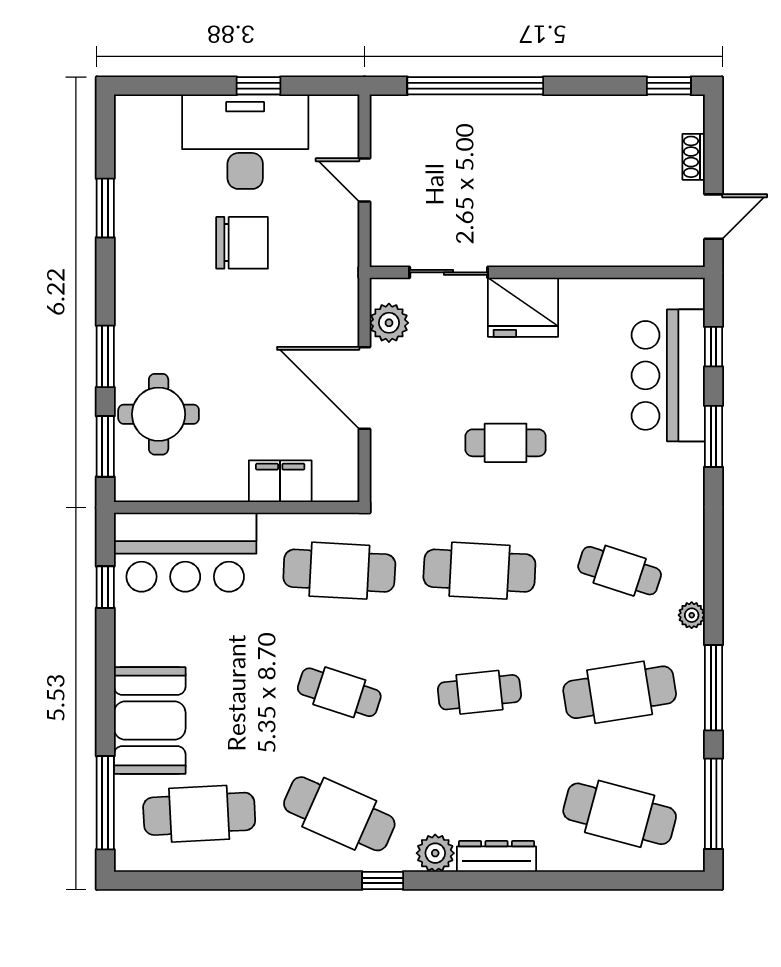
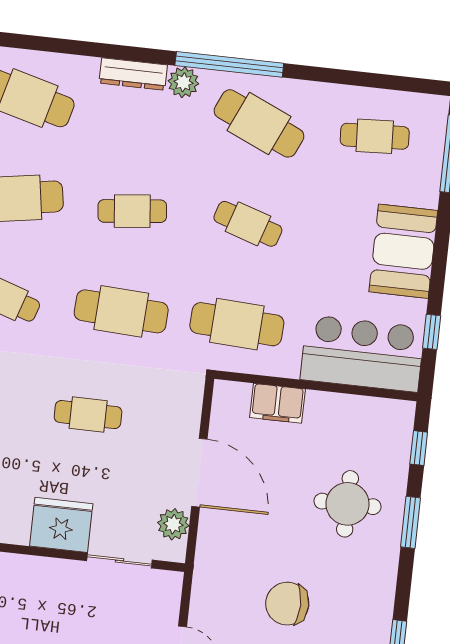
round table: (159, 414) -> (347, 504), moved
window: (105, 446) -> (419, 448), width x0.67
booth: (150, 721) -> (403, 251), moved
cafe table: (199, 814) -> (375, 136), width x0.73, depth x0.74
window: (383, 881) -> (229, 64), width x3.17

